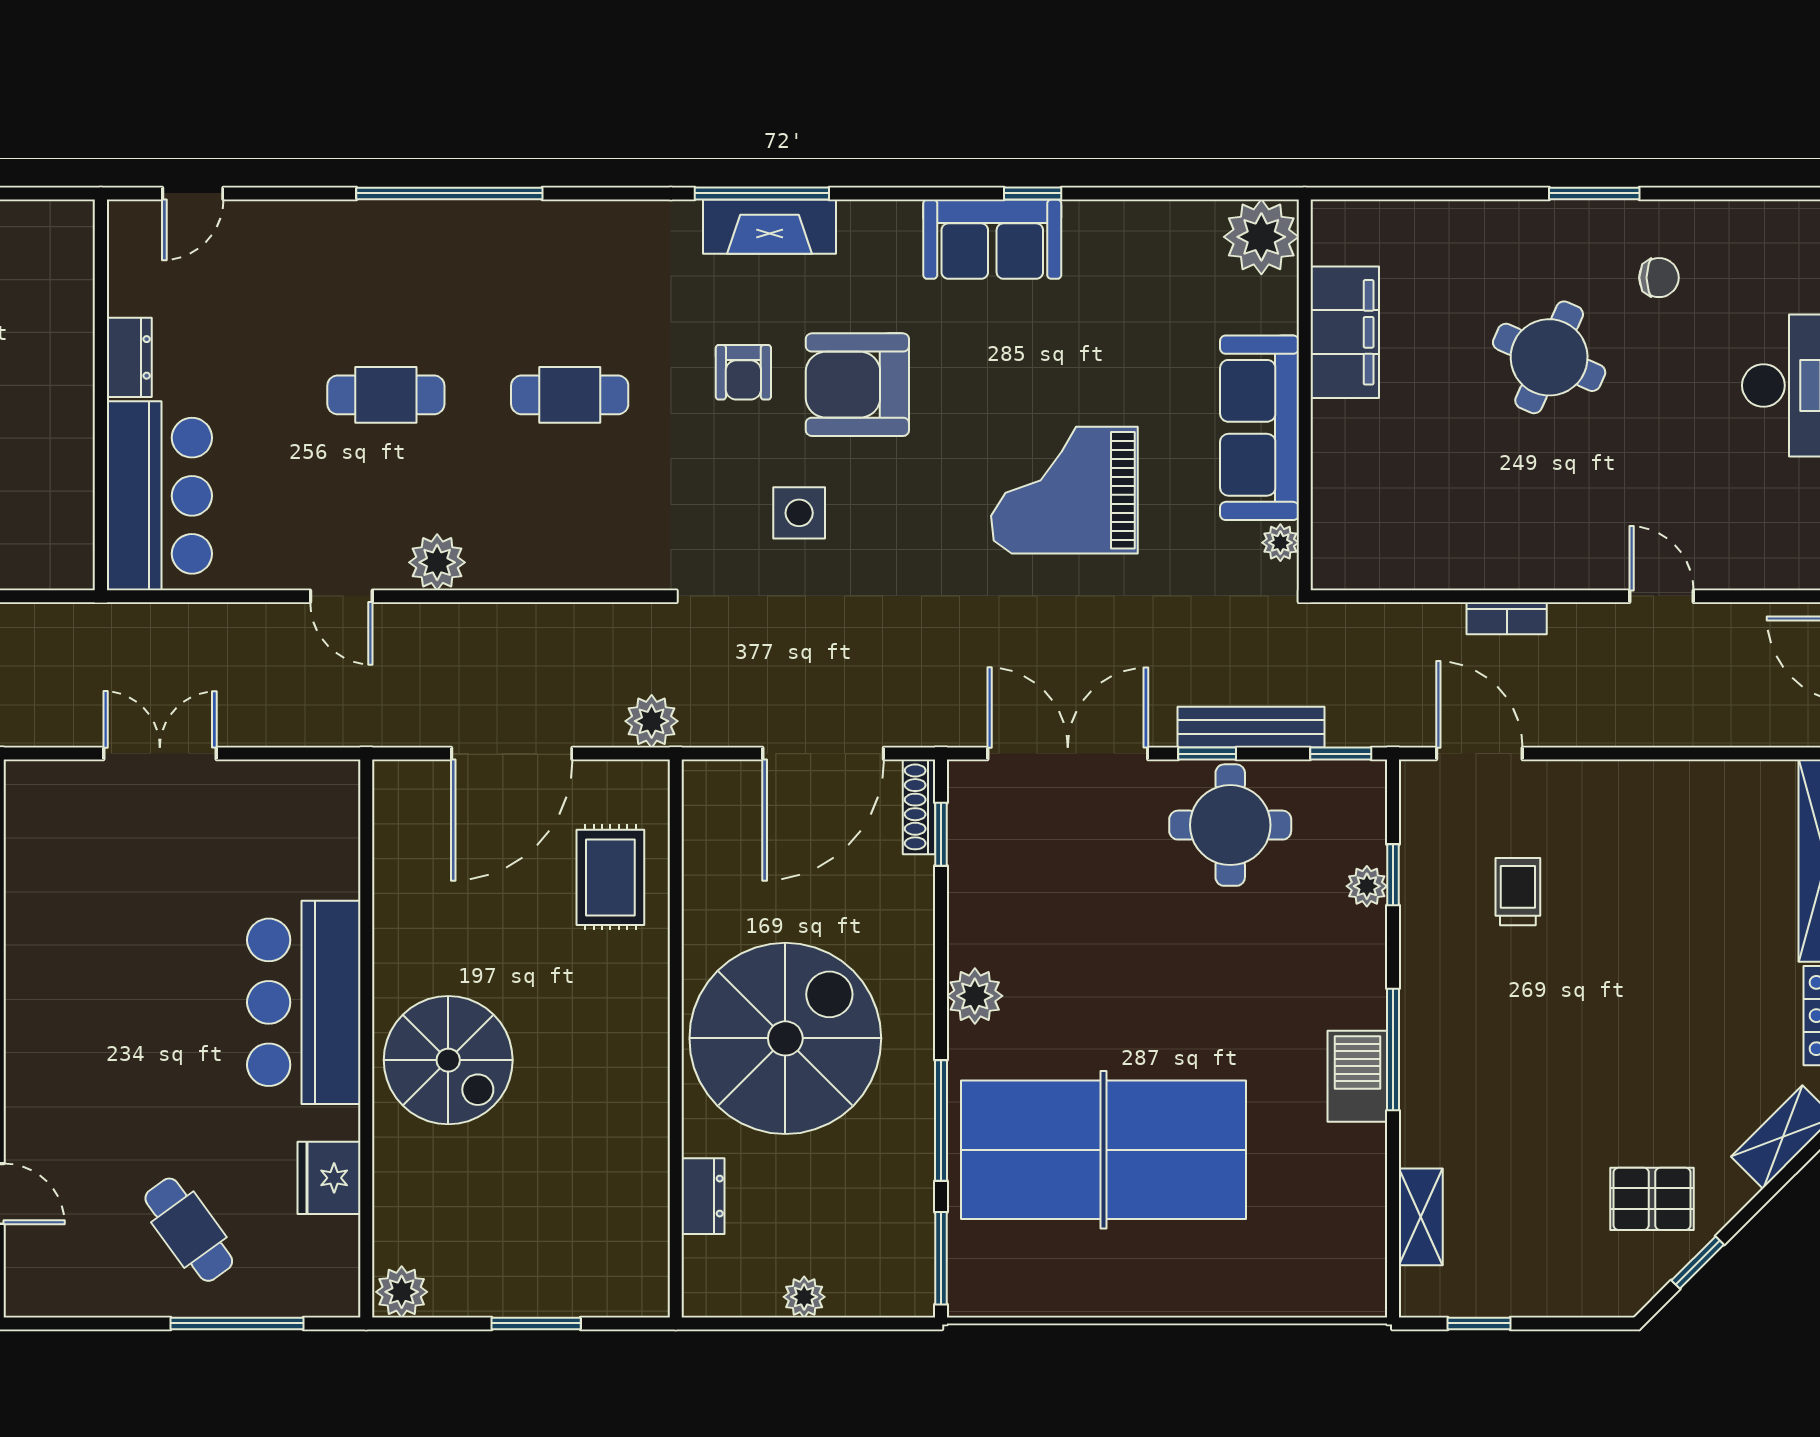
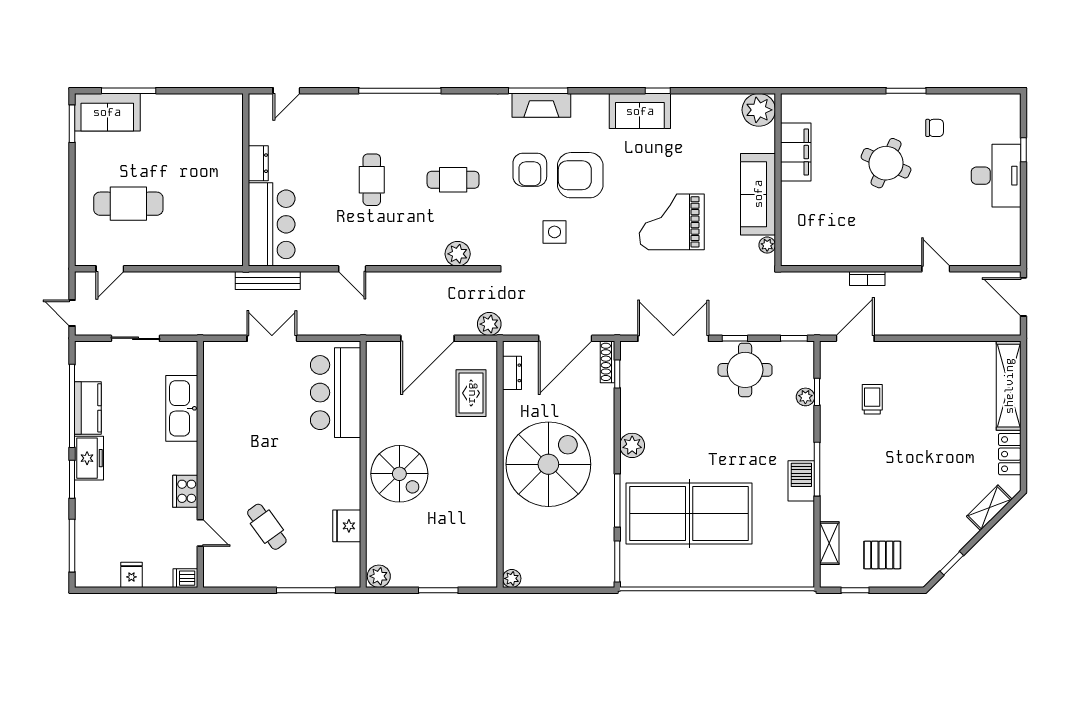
armchair: (743, 372) -> (530, 170), width x1.38, depth x1.38
cafe table: (386, 395) -> (372, 180), turned 90
plant: (437, 562) -> (458, 254), moved
bench: (1251, 727) -> (268, 280), moved
door: (1479, 754) -> (855, 338), hinge flipped
bar counter: (304, 1002) -> (336, 393), moved
dresser: (703, 1196) -> (512, 373), moved
pallet: (1652, 1199) -> (882, 555), moved
cafe table: (189, 1230) -> (267, 527), moved
plant: (804, 1297) -> (512, 578), moved

